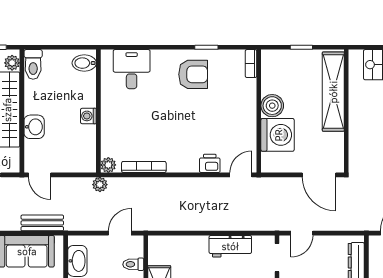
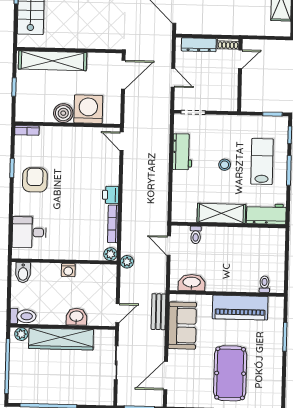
printer: (210, 163) -> (111, 195), moved
door: (302, 233) -> (173, 78), moved

